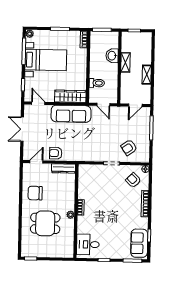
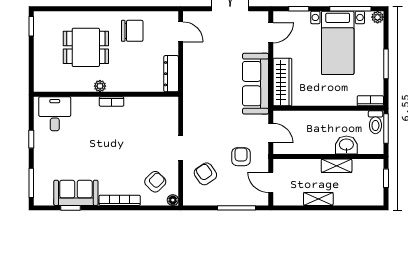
toilet: (97, 83) -> (375, 122), moved
door: (103, 105) -> (271, 133), swing flipped
armchair: (56, 153) -> (241, 157), moved
chair: (35, 193) -> (132, 31), turned 90
dining table: (45, 223) -> (86, 47), turned 90
sofa: (139, 243) -> (76, 193), moved

